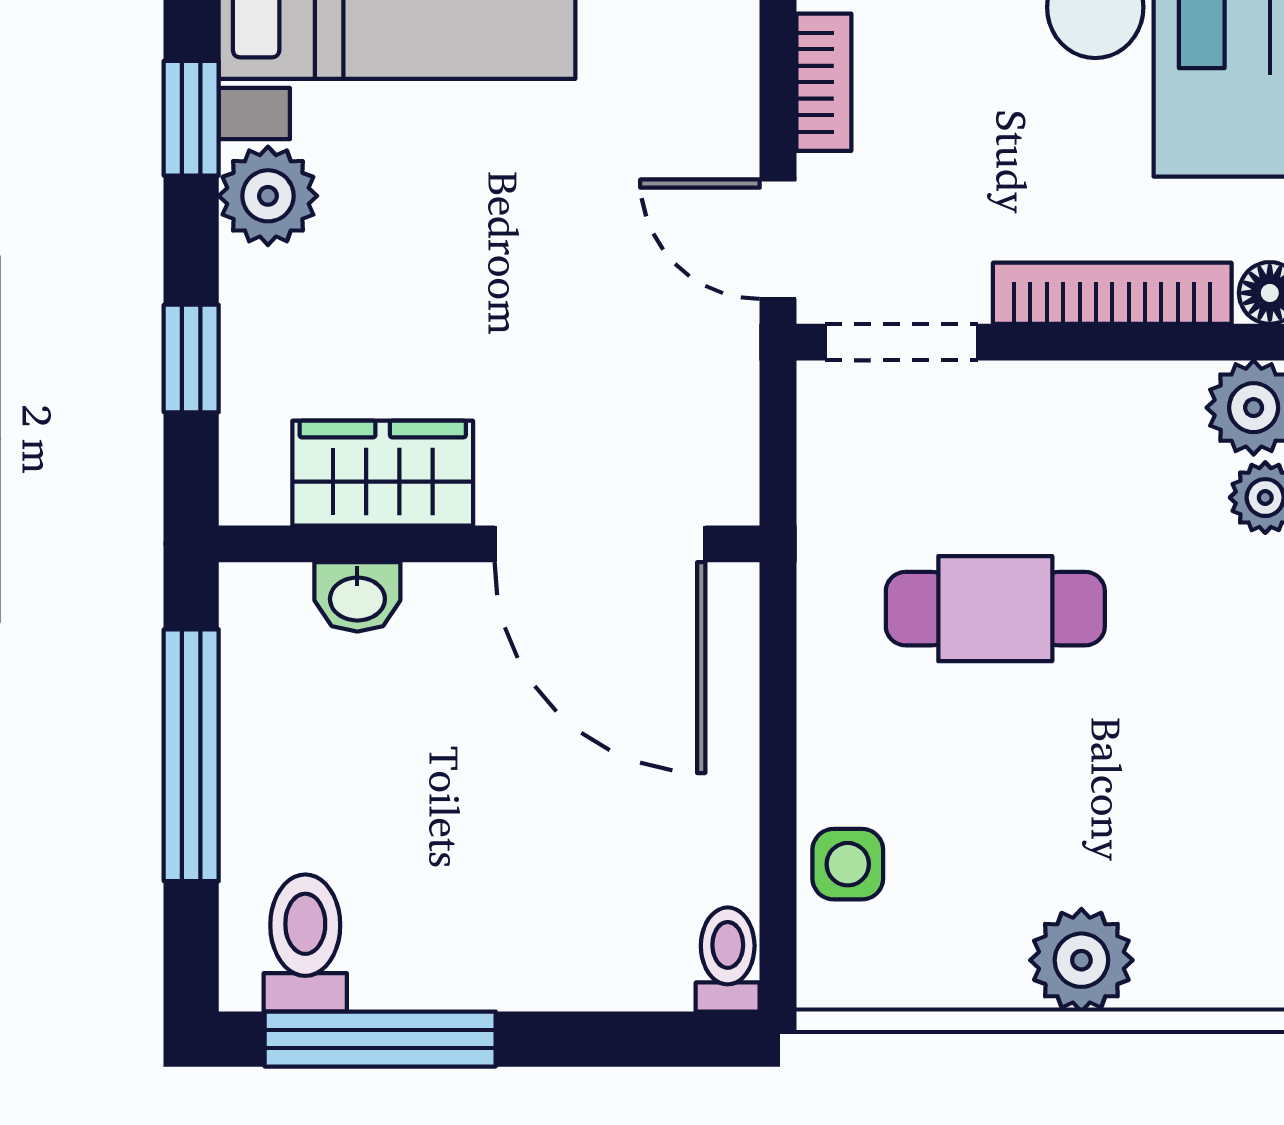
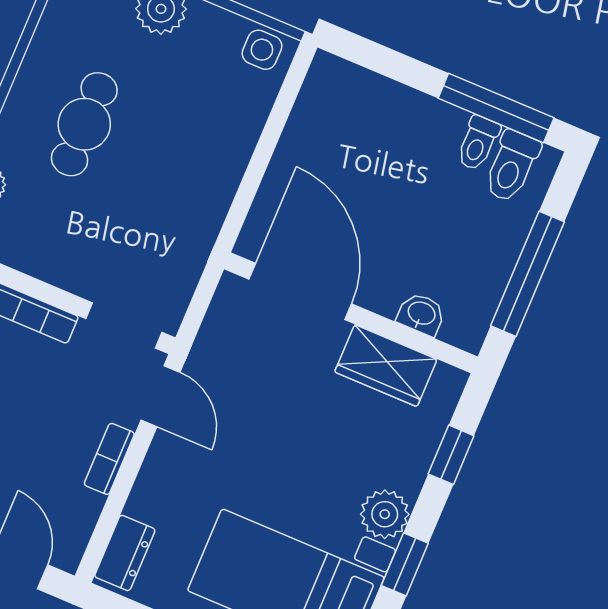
cafe table: (995, 609) -> (84, 124), moved, turned 90
side table: (848, 864) -> (262, 50), moved
toilet: (728, 959) -> (478, 143), moved

